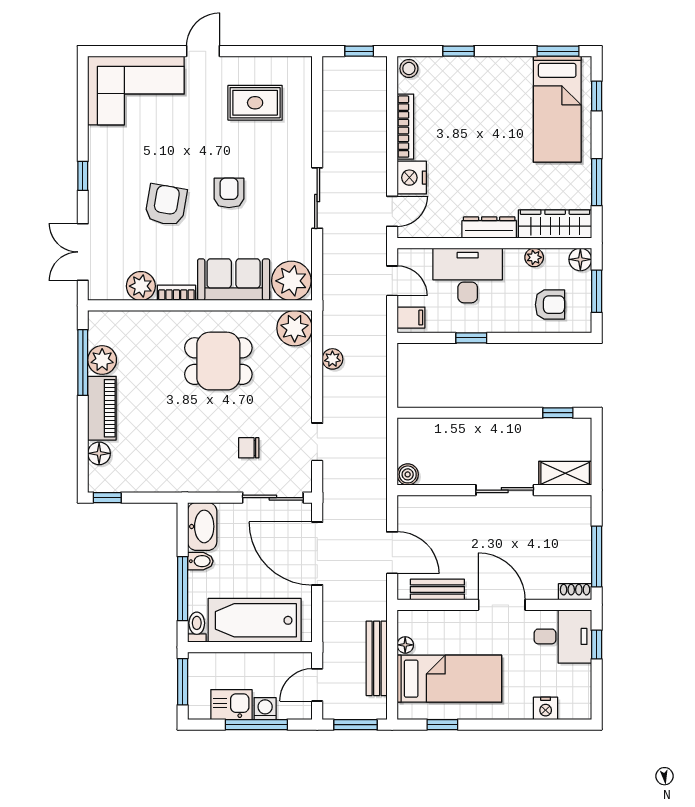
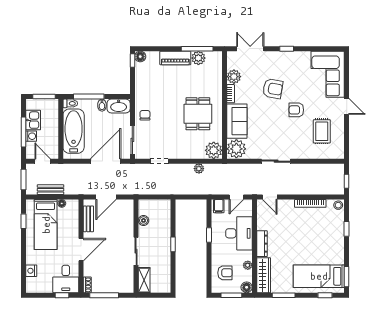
nightstand: (412, 178) -> (286, 207), removed
armchair: (229, 193) -> (296, 110), moved, turned 180
armchair: (550, 305) -> (225, 273), turned -90
window: (558, 413) -> (173, 244), moved
chair: (249, 448) -> (145, 115), moved
floor lamp: (99, 453) -> (140, 57), moved
boiler: (408, 474) -> (144, 220), moved
bench: (377, 658) -> (51, 190), width x0.73

